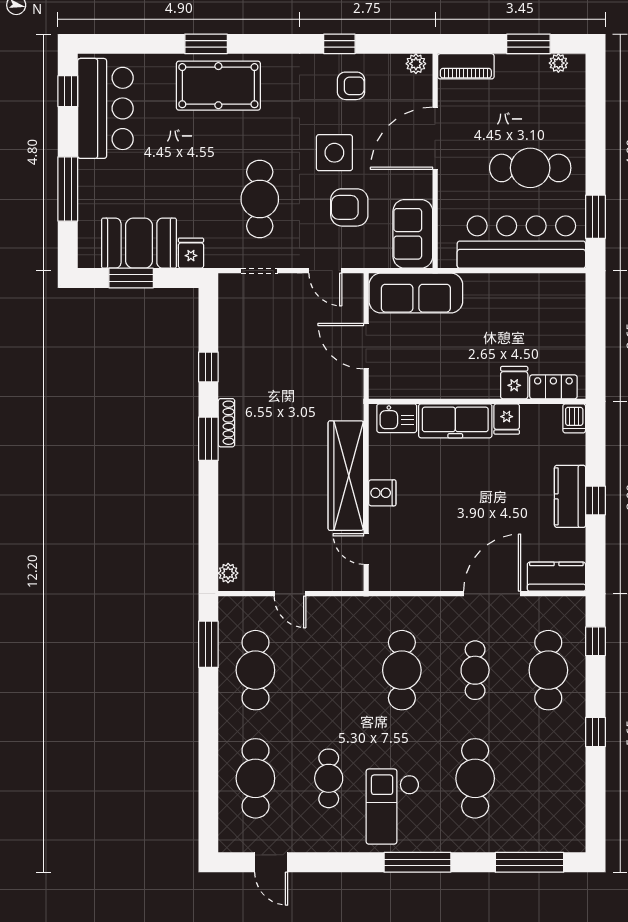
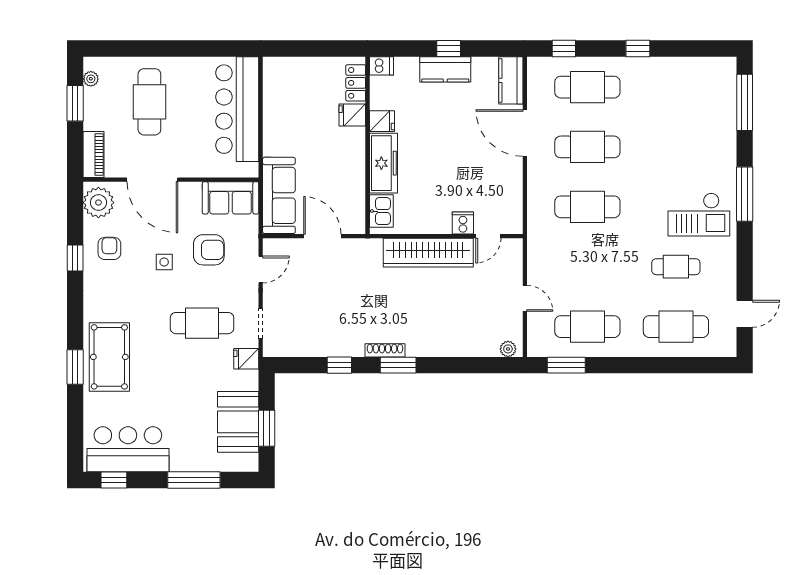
plant: (416, 64) -> (98, 203), width x1.88, depth x1.88
side table: (334, 153) -> (164, 262), width x0.54, depth x0.54
cafe table: (530, 168) -> (149, 102), moved
armchair: (349, 207) -> (209, 250), turned -90
window: (595, 217) -> (217, 49), removed
fridge: (191, 253) -> (246, 359), moved
door: (366, 346) -> (322, 236), swing flipped
cooker: (382, 493) -> (463, 223), moved
door: (290, 594) -> (525, 298), hinge flipped
cafe table: (475, 670) -> (587, 147), width x1.37, depth x1.35
cafe table: (475, 778) -> (676, 147), removed

